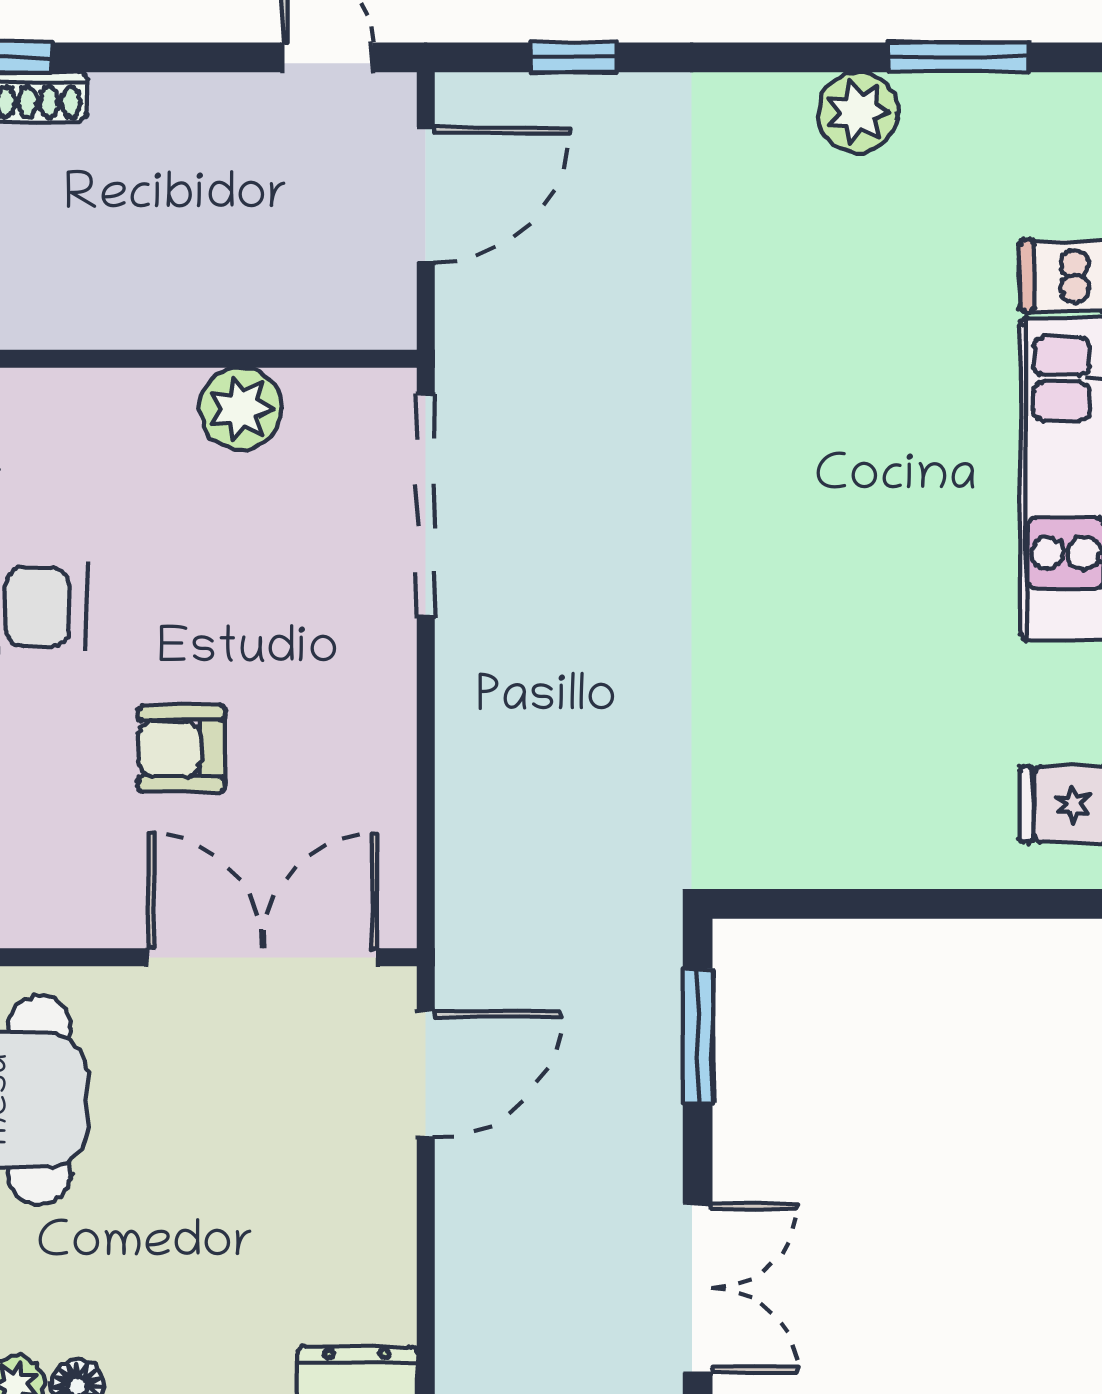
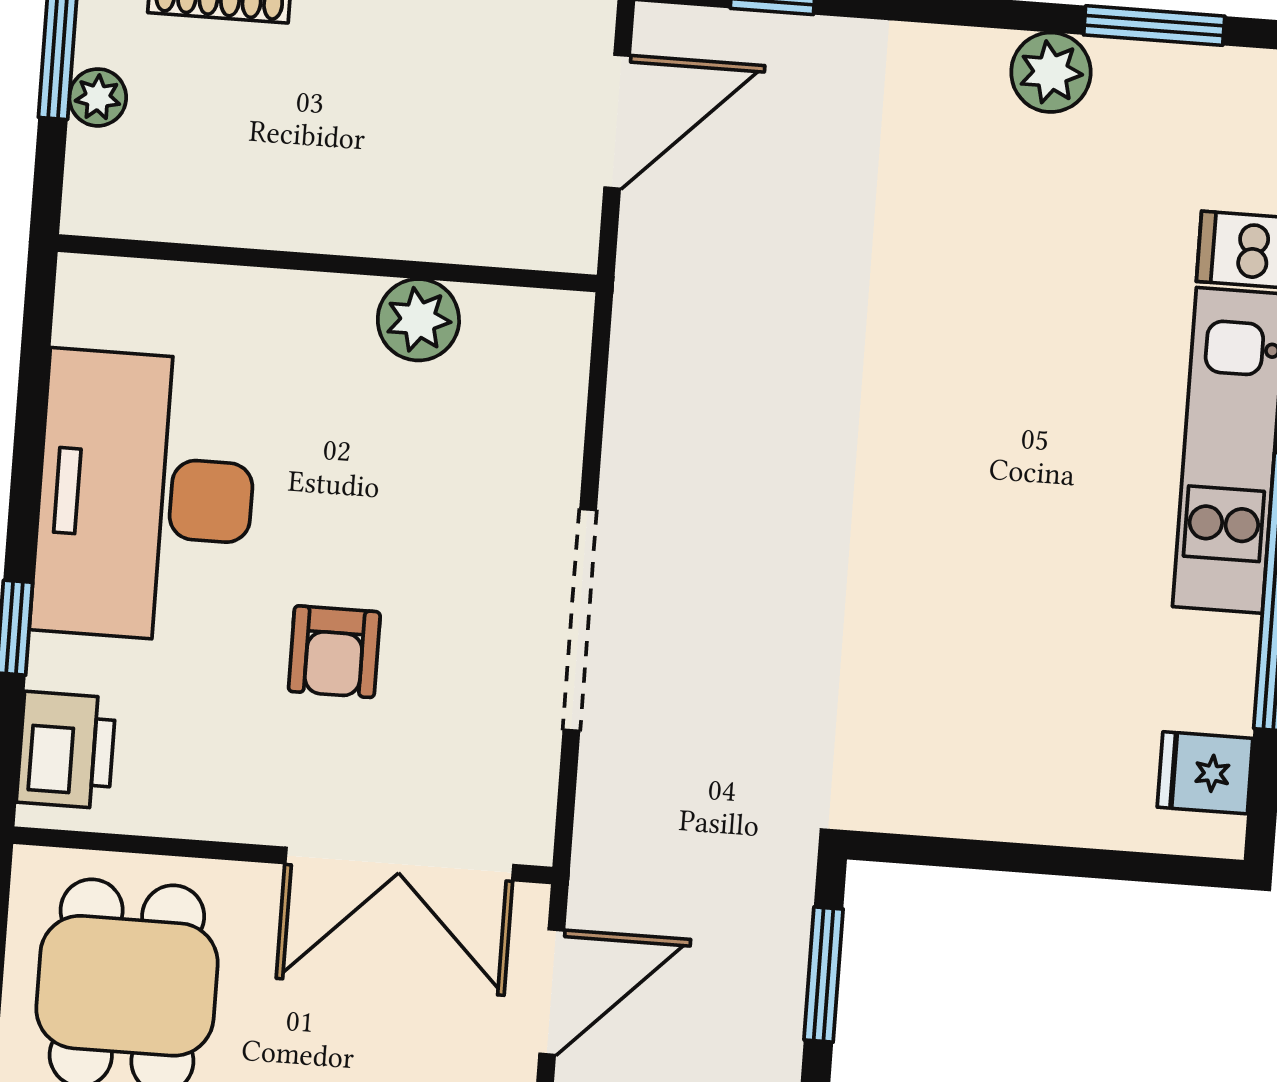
doorway: (426, 506) -> (580, 620), moved
armchair: (181, 749) -> (334, 652), turned -90
double door: (263, 957) -> (399, 864), swing flipped

